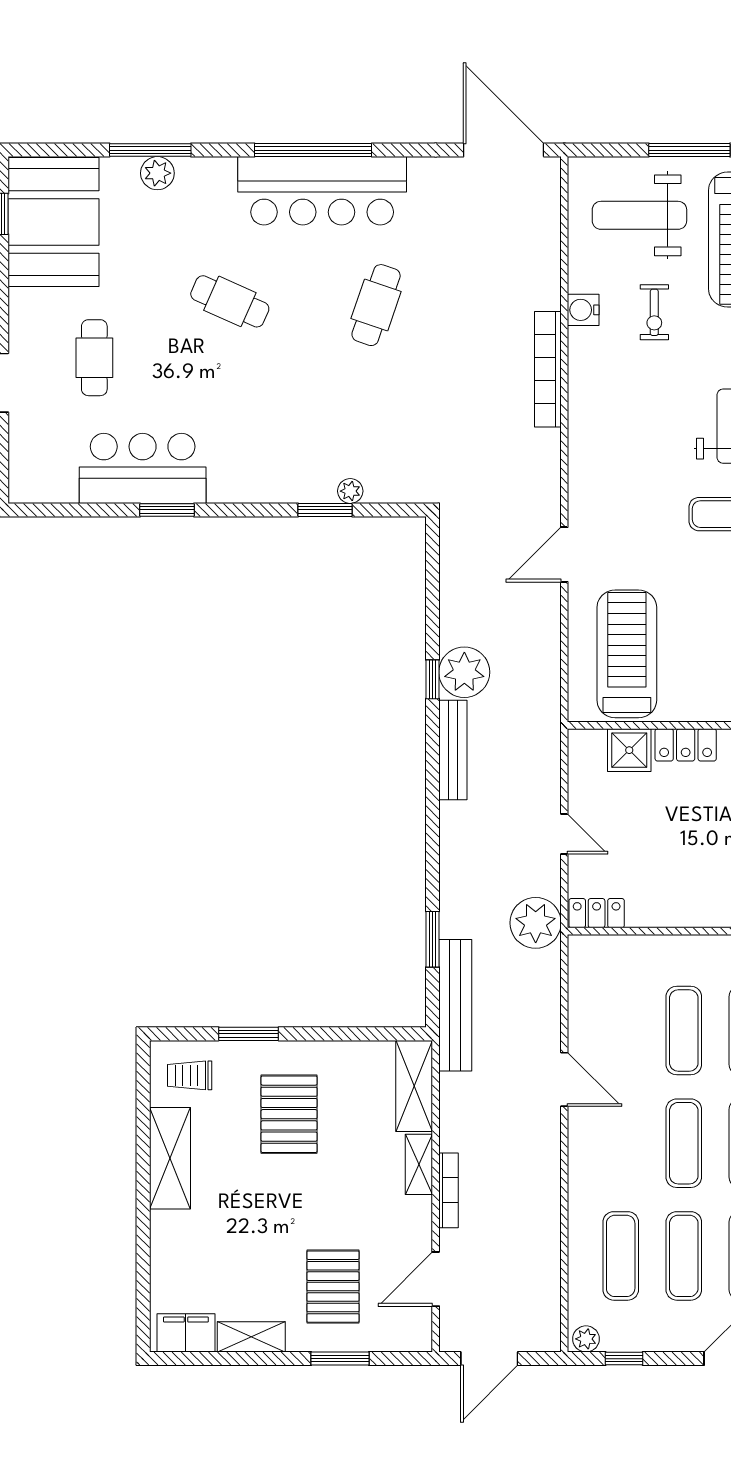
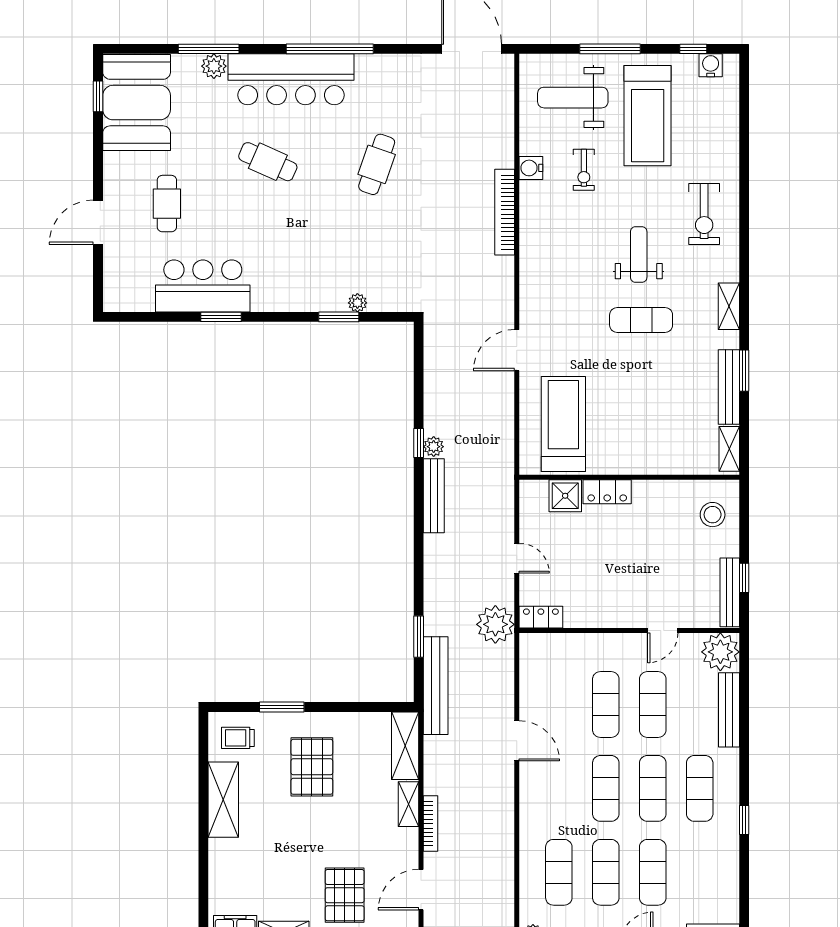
bar counter: (322, 191) -> (291, 79), moved
plant: (464, 672) -> (434, 447), width x0.53, depth x0.53

